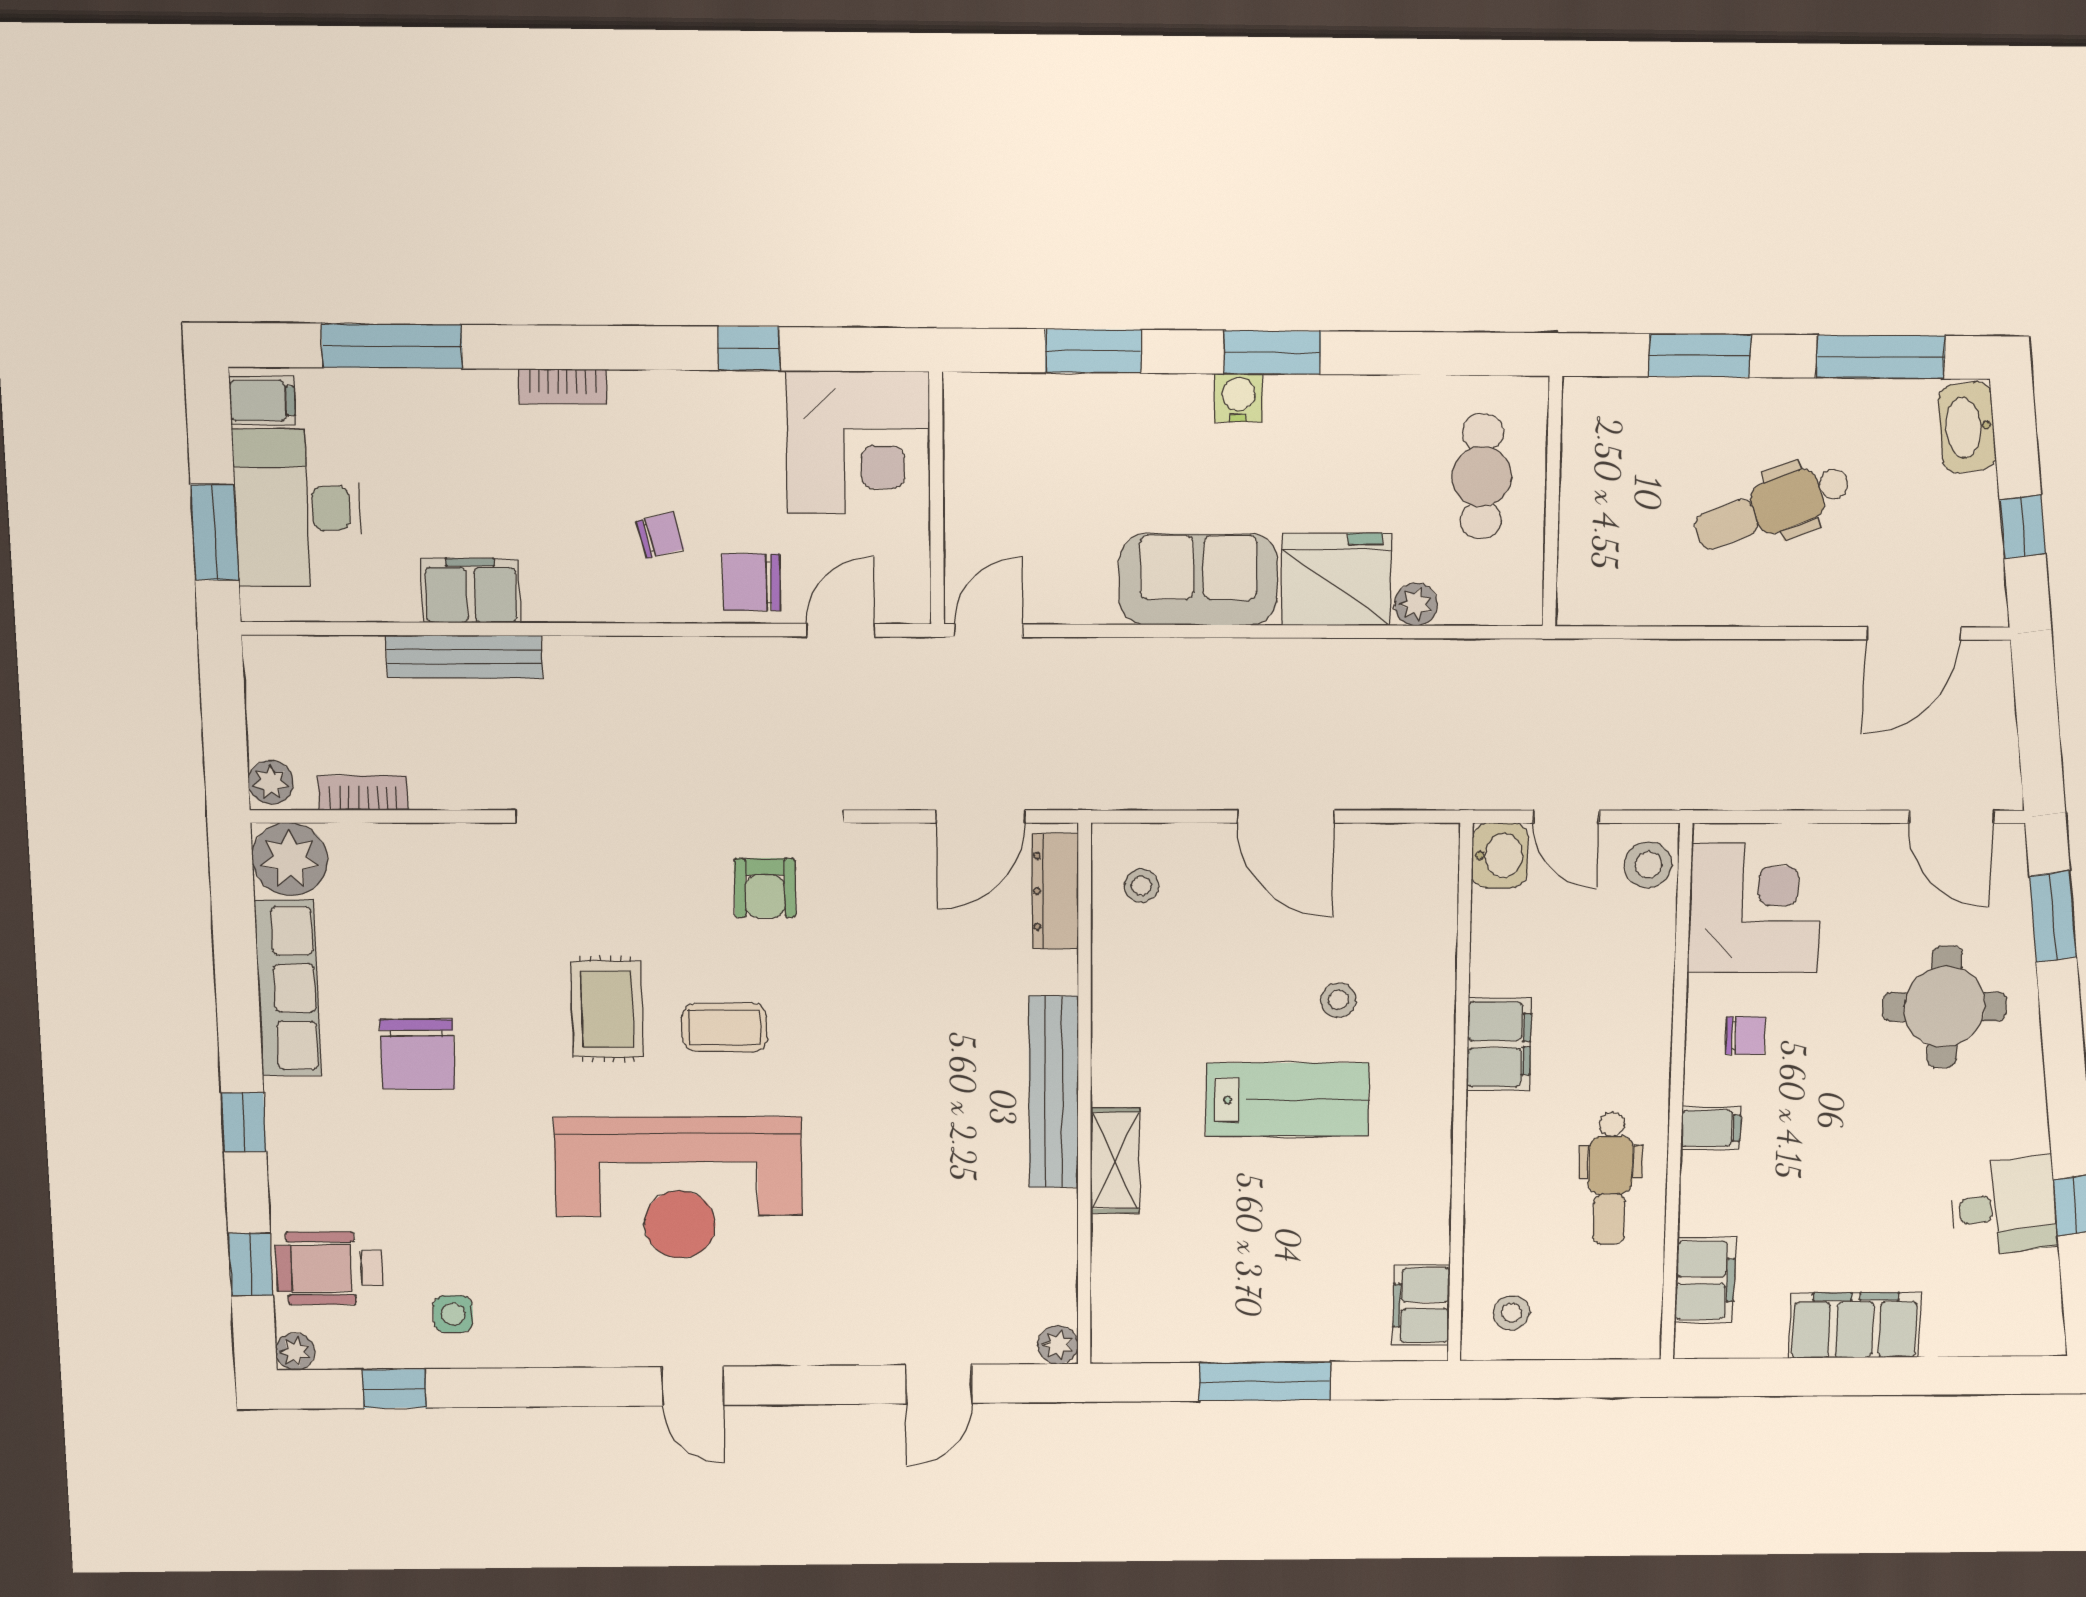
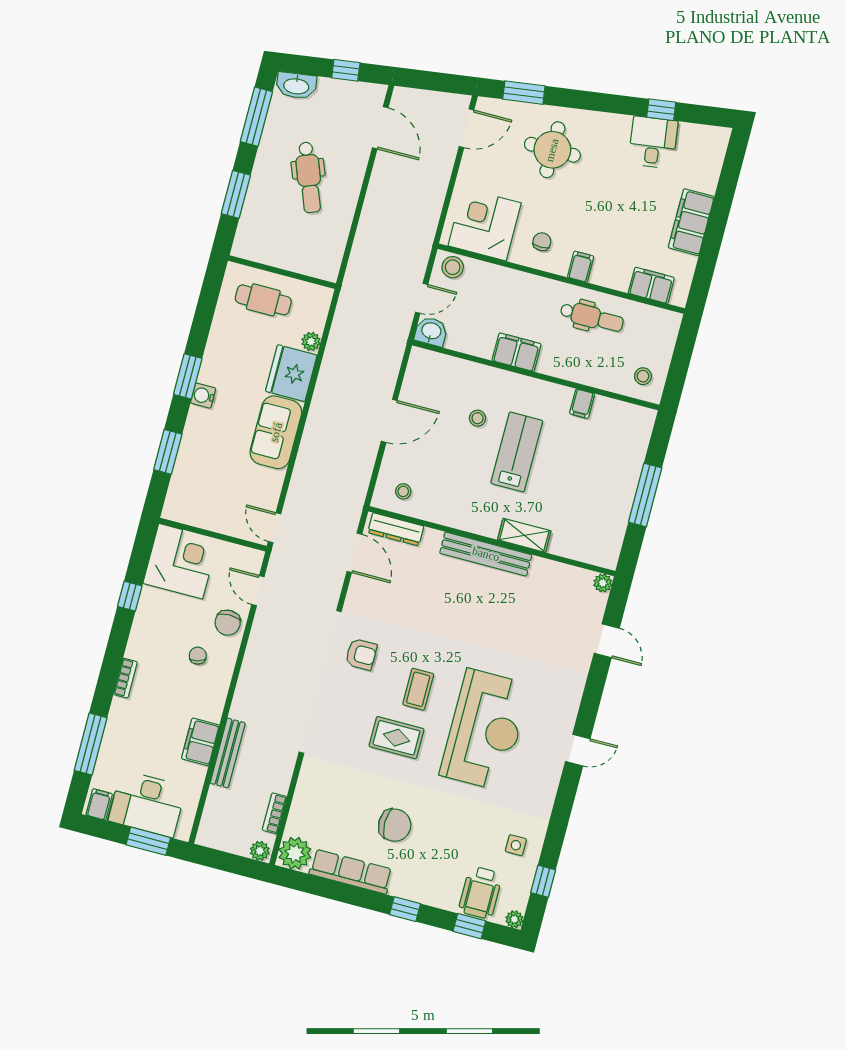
filing cabinet: (1421, 1305) -> (582, 404), moved, width x0.50

